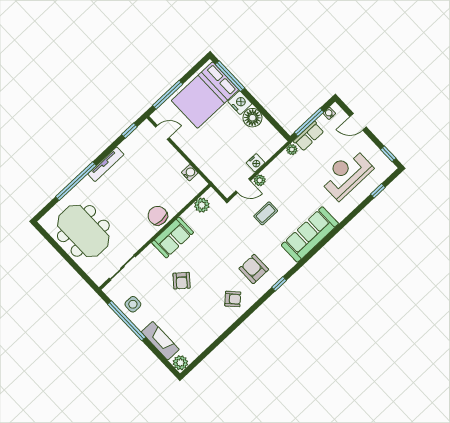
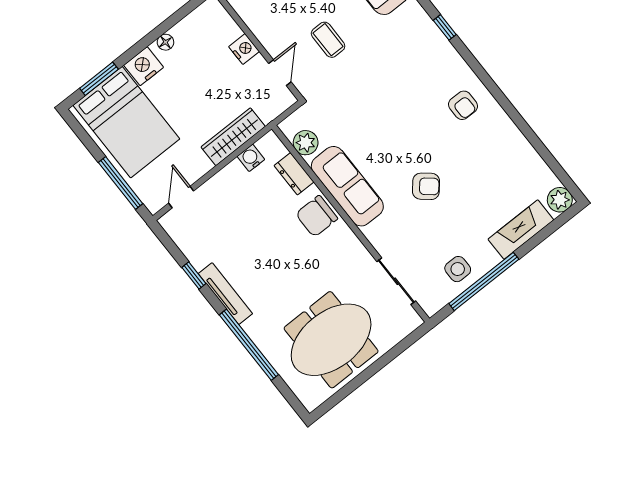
window: (230, 76) -> (99, 79), width x0.69
floor lamp: (252, 118) -> (165, 42), width x0.53, depth x0.53
window: (129, 131) -> (194, 275), moved
wardrobe: (202, 161) -> (233, 137), added
plant: (260, 180) -> (273, 45), removed
dresser: (182, 200) -> (294, 174), added
sofa: (173, 237) -> (347, 186), width x1.36
armchair: (254, 269) -> (417, 67), removed
armchair: (233, 299) -> (463, 105), turned 133

